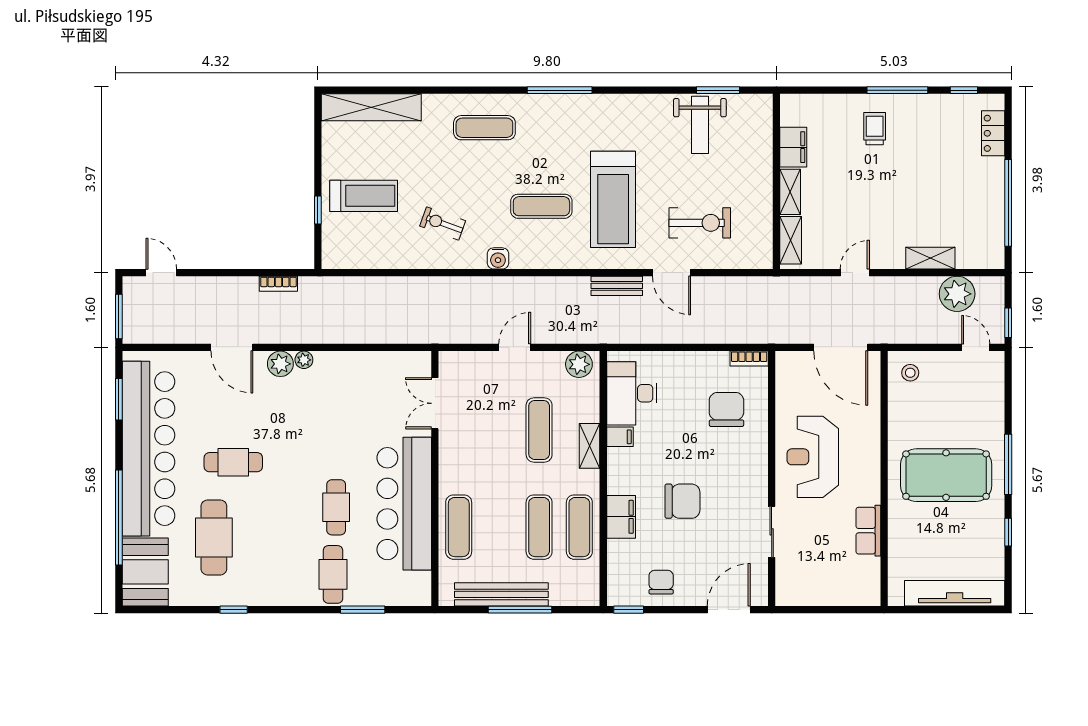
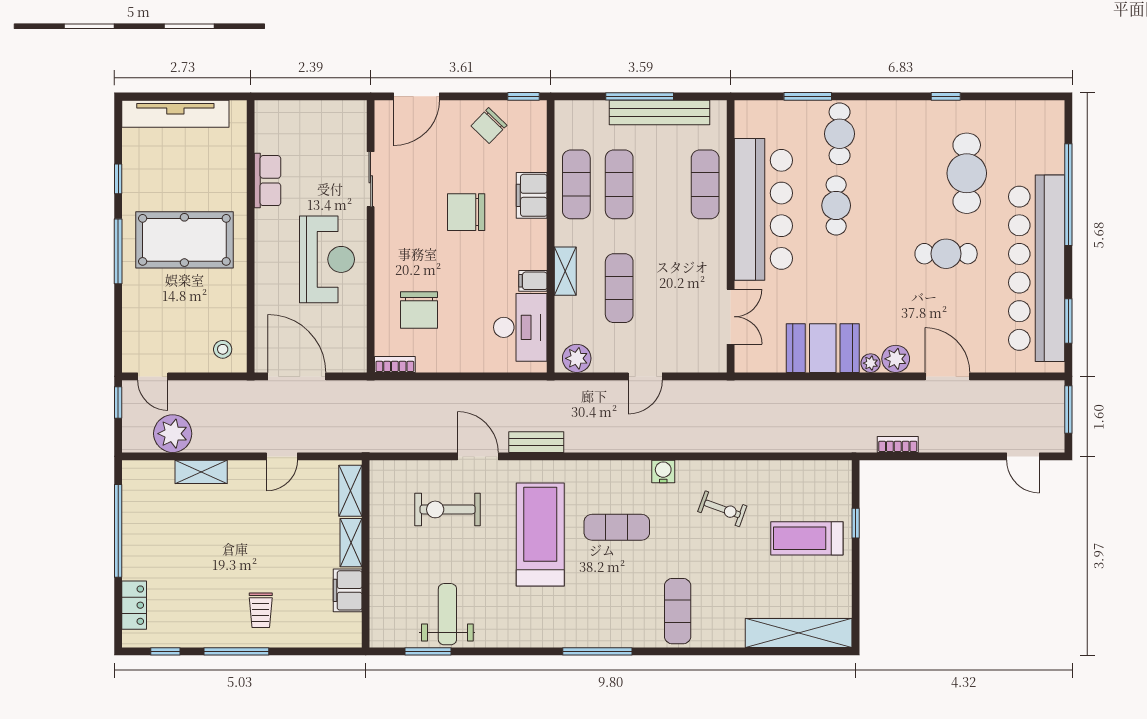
exercise mat: (484, 128) -> (678, 611), turned 90
booth: (145, 572) -> (823, 348), moved, turned 90
chair: (661, 582) -> (489, 126), turned 44

